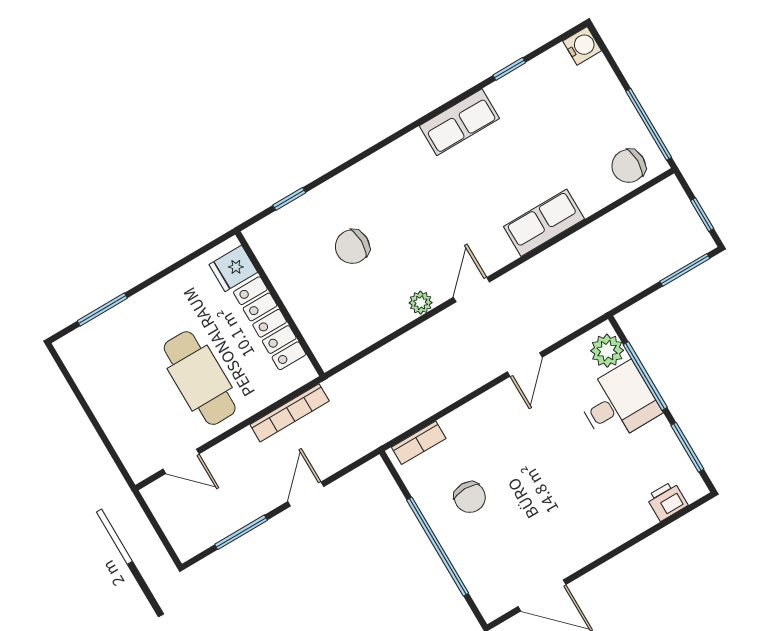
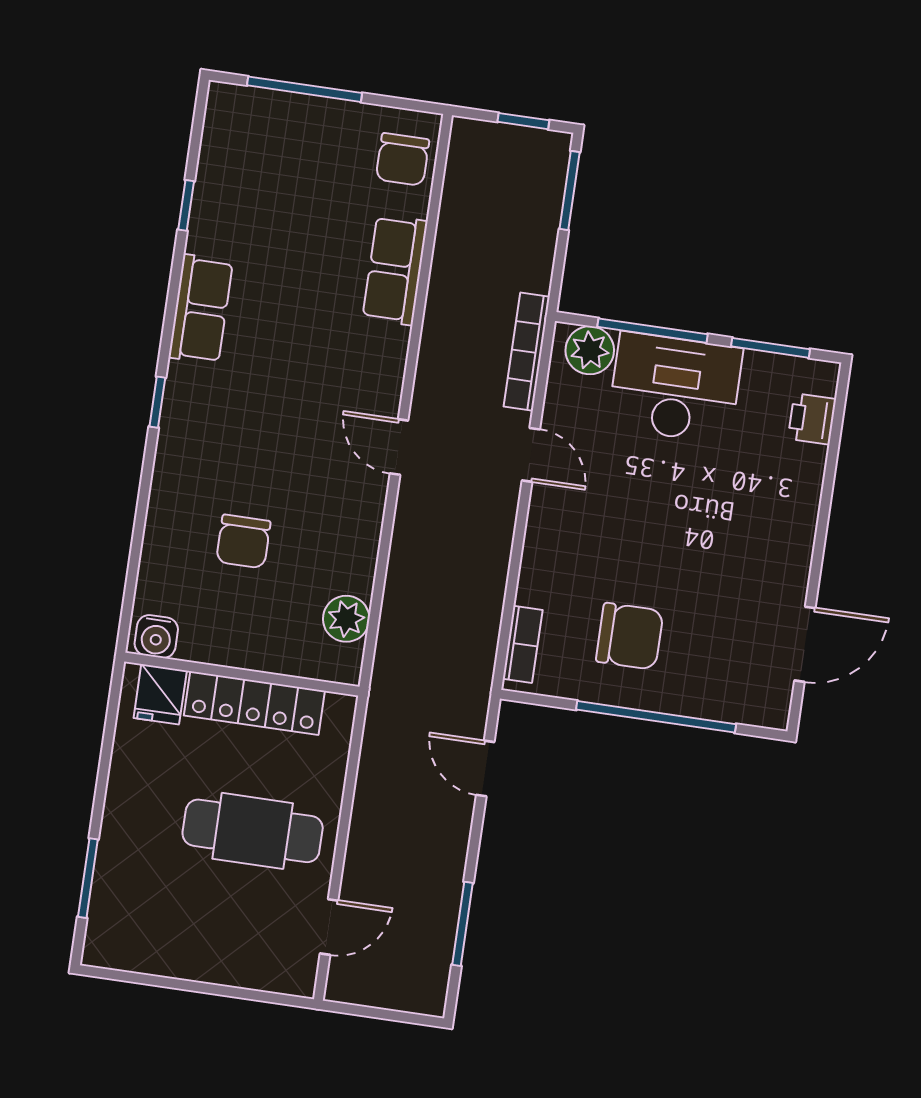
water cooler: (582, 46) -> (156, 636), moved, turned 180
window: (649, 124) -> (304, 89), moved
window: (289, 199) -> (157, 402), moved
row of seats: (544, 223) -> (395, 270), moved
plant: (421, 303) -> (346, 619), moved, width x1.38, depth x1.38
desk: (618, 403) -> (675, 388), width x1.37
bookcase: (290, 413) -> (527, 352), moved, turned 180
door: (306, 494) -> (485, 769), moved
chair: (470, 497) -> (630, 636), width x1.37, depth x1.37

